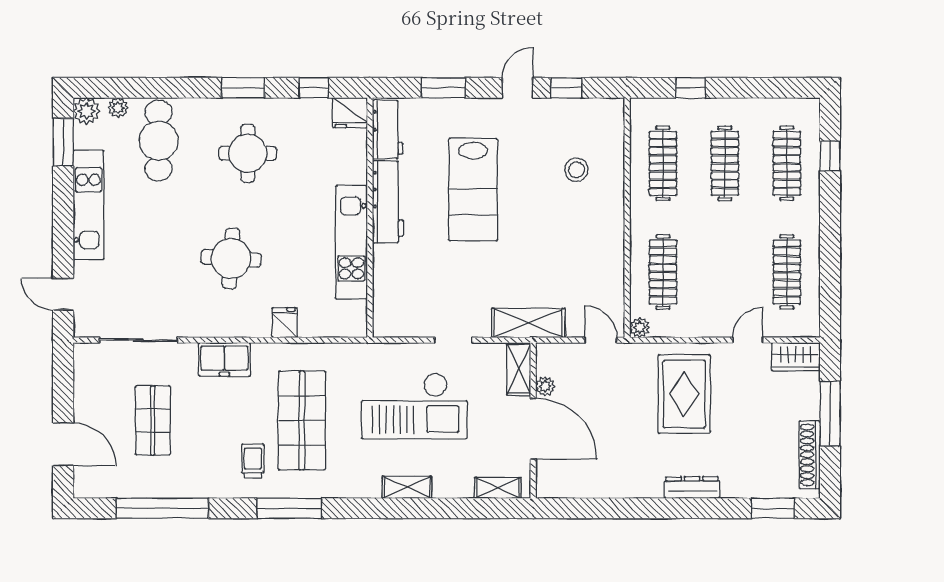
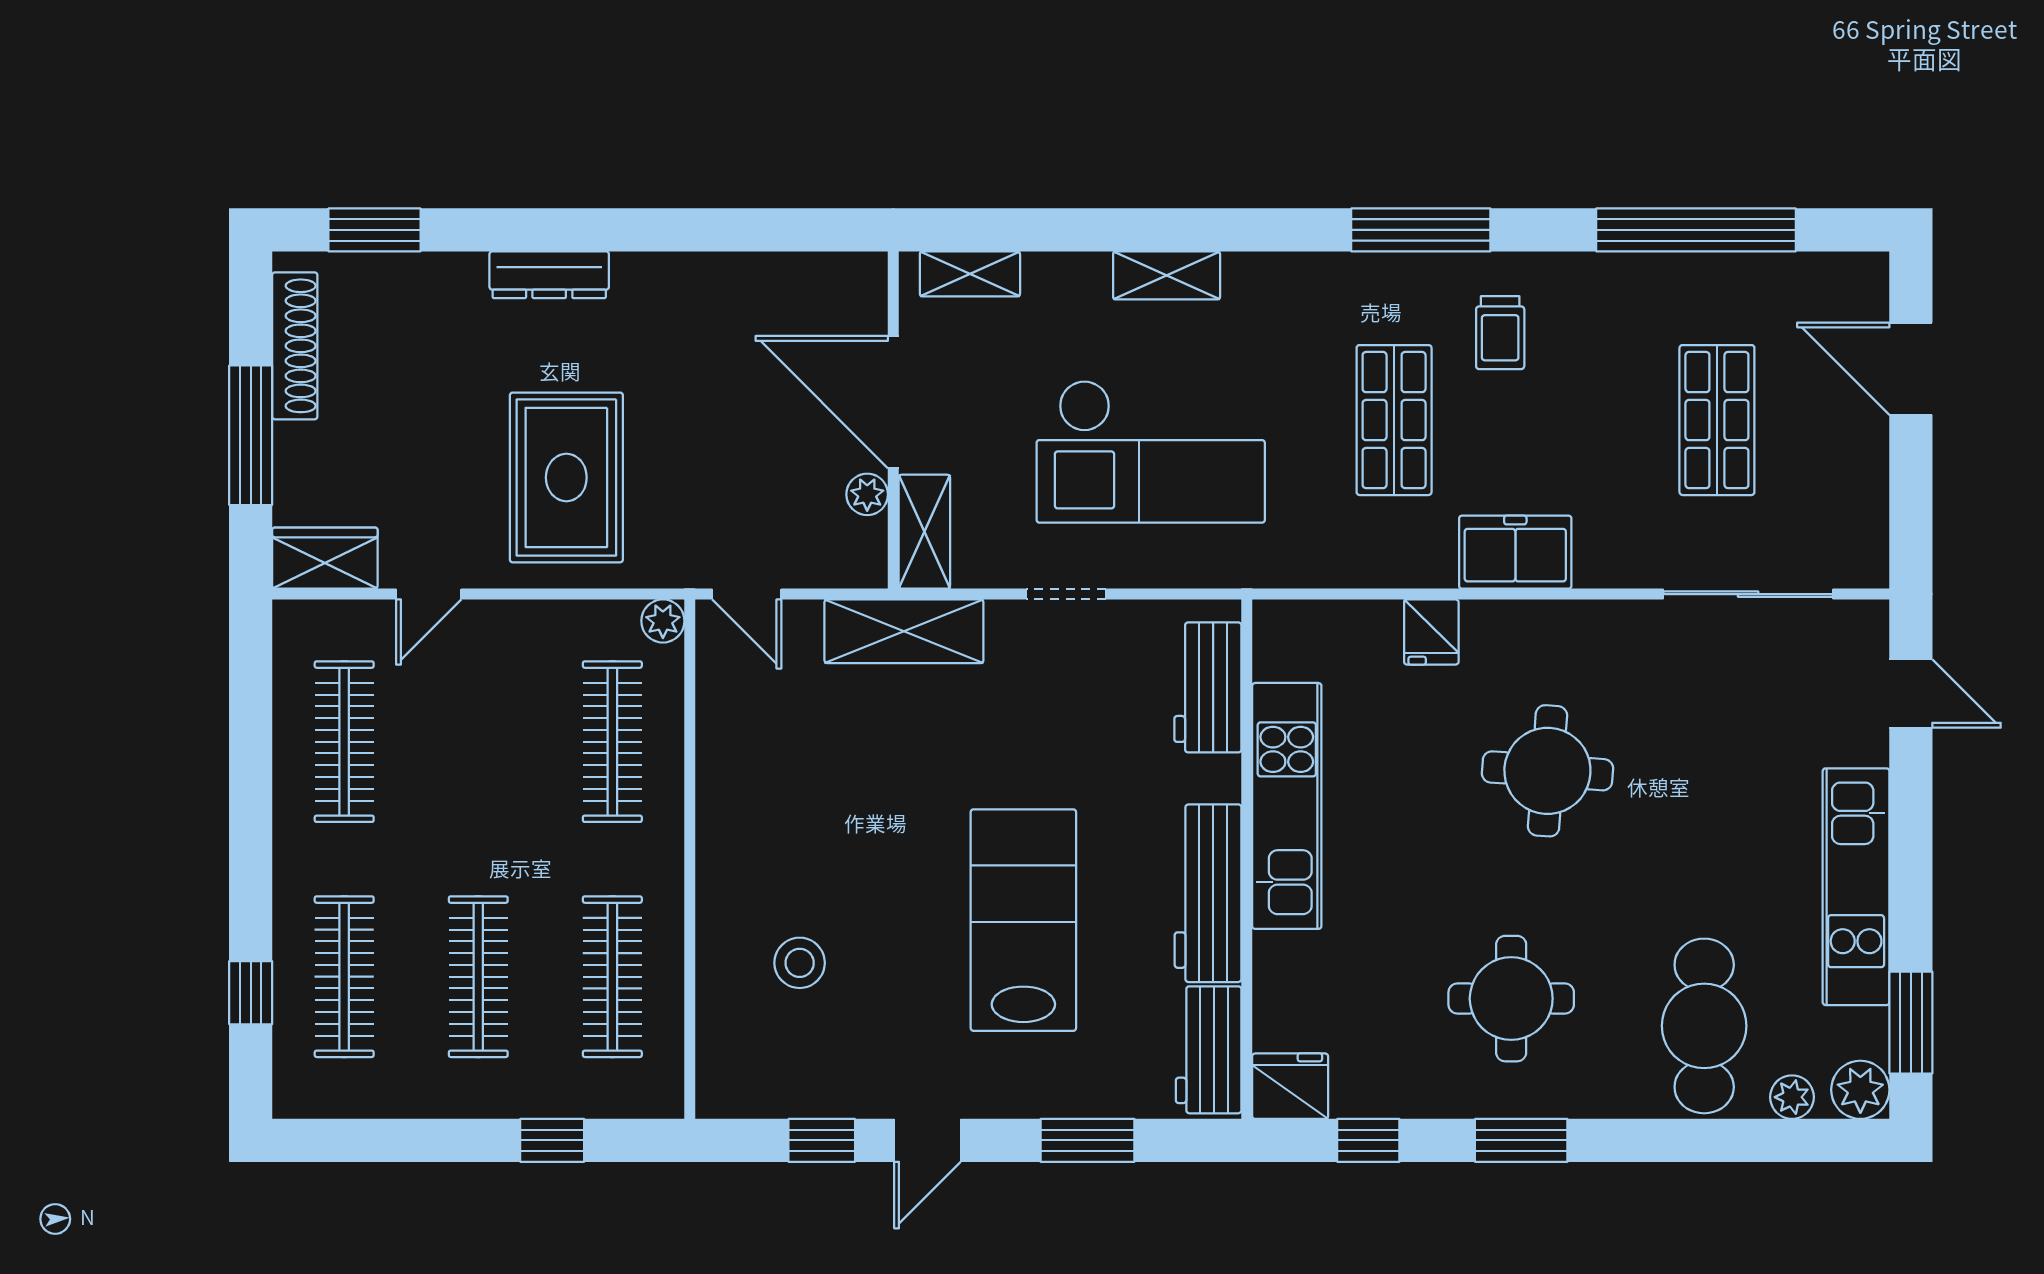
workbench: (388, 297) -> (1208, 687), added
freezer: (224, 359) -> (1515, 552), moved
checkout: (414, 406) -> (1151, 451), turned 180
shop shelf: (302, 420) -> (1394, 420), width x0.70, depth x0.74

